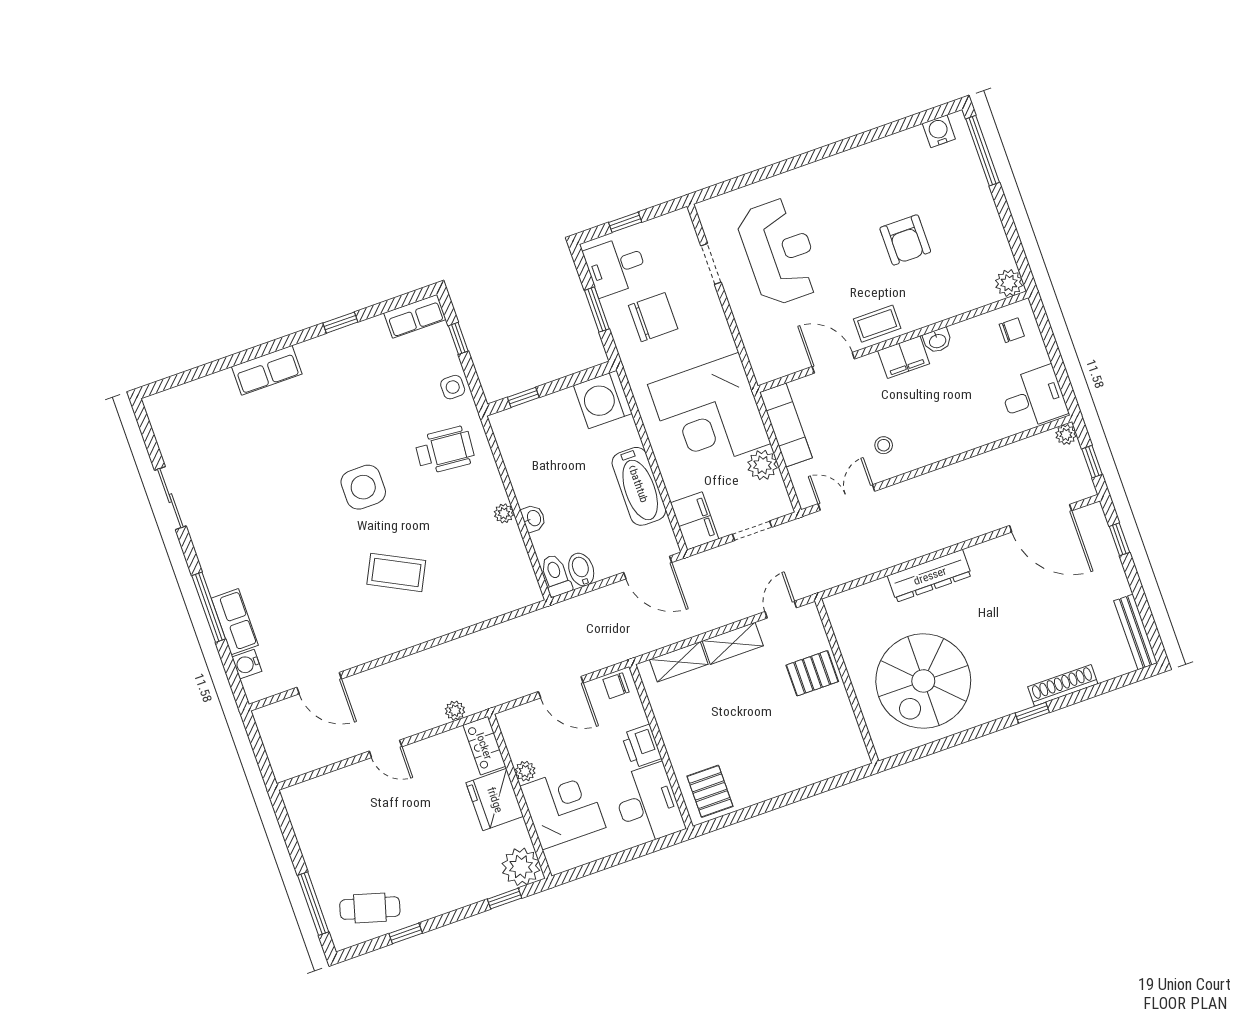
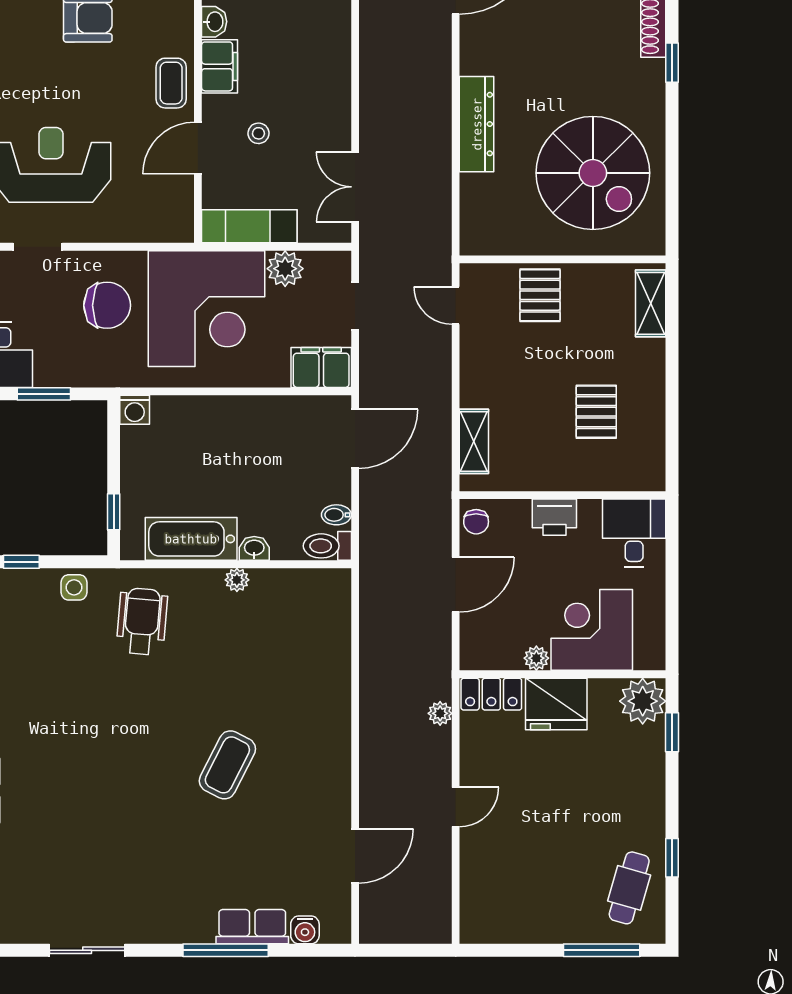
chair: (653, 317) -> (107, 305), moved, turned 90
washing machine: (603, 399) -> (135, 410), width x0.53, depth x0.53
stool: (884, 445) -> (258, 133), moved
bathtub: (639, 486) -> (191, 539), moved, turned 180
side table: (363, 487) -> (151, 728), removed
bidet: (581, 570) -> (336, 515), width x0.72, depth x0.74
coffee table: (396, 572) -> (227, 765), moved
shelving: (733, 643) -> (651, 303), moved
pallet: (710, 791) -> (596, 412), moved, turned 90
desk: (648, 804) -> (634, 533), width x0.73

